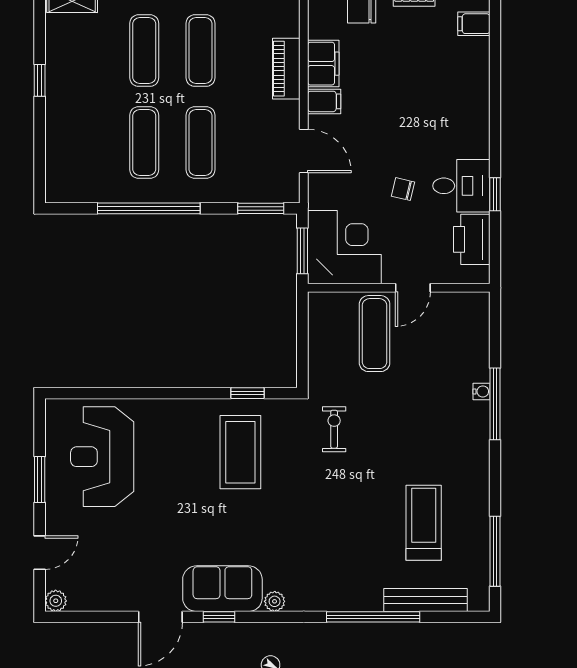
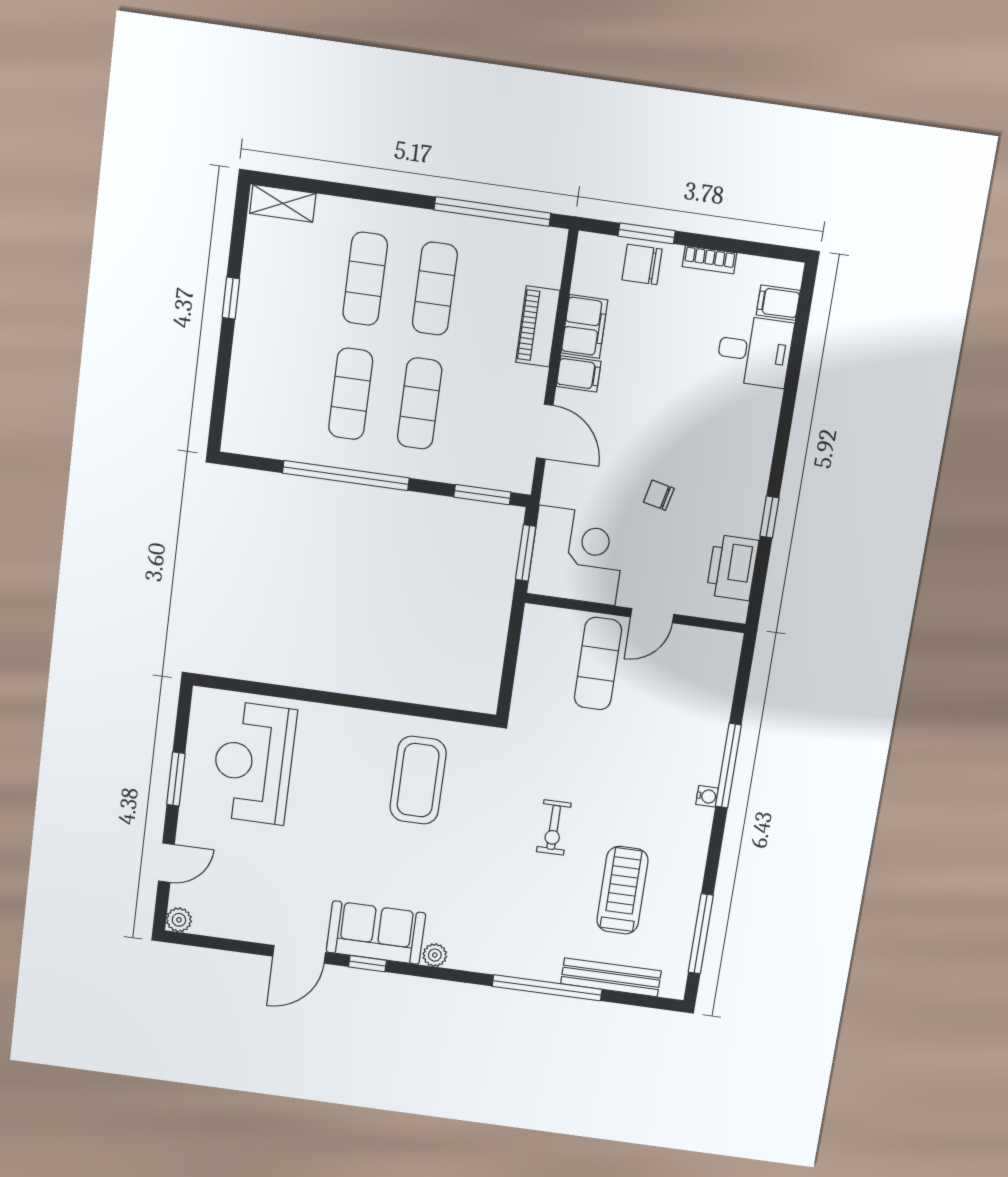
desk: (461, 186) -> (755, 351), moved
water cooler: (481, 391) -> (707, 796), moved
window: (248, 393) -> (436, 713), removed
exercise bike: (334, 429) -> (554, 827), moved, turned 180

